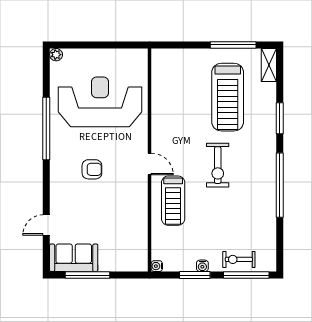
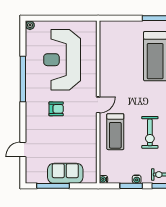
reception desk: (100, 102) -> (62, 60), turned -90
door: (150, 164) -> (98, 105), hinge flipped
exercise bike: (218, 165) -> (150, 132), moved
sofa: (74, 258) -> (65, 173), moved

